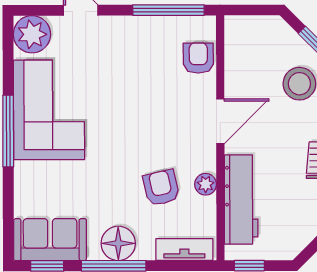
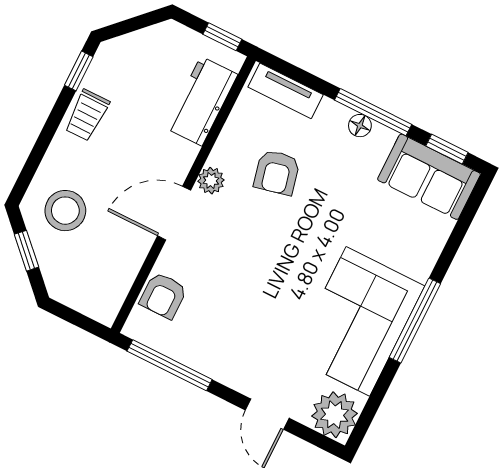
plant: (206, 184) -> (211, 181), moved
workbench: (241, 200) -> (201, 101), width x0.73
floor lamp: (118, 243) -> (360, 126), width x0.53, depth x0.53

